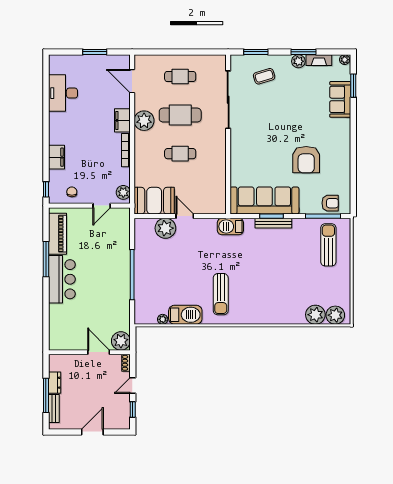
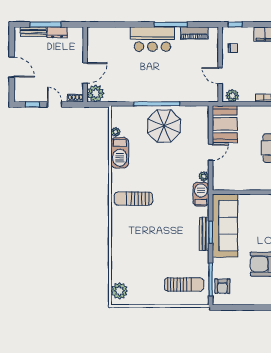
plant: (165, 228) -> (204, 176), moved, width x0.53, depth x0.53
piano: (57, 234) -> (194, 33), width x0.73, depth x0.75
parasol: (156, 267) -> (164, 126), added
sun lounger: (221, 294) -> (133, 199), moved
plant: (315, 315) -> (120, 272), removed

